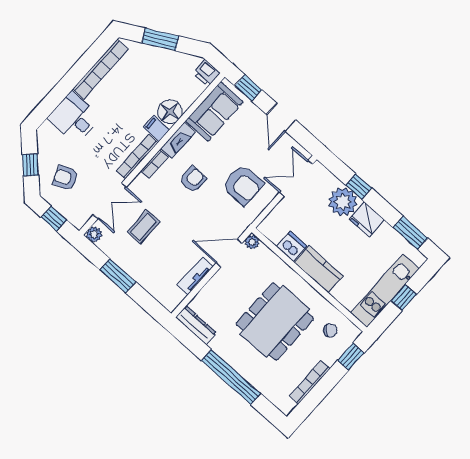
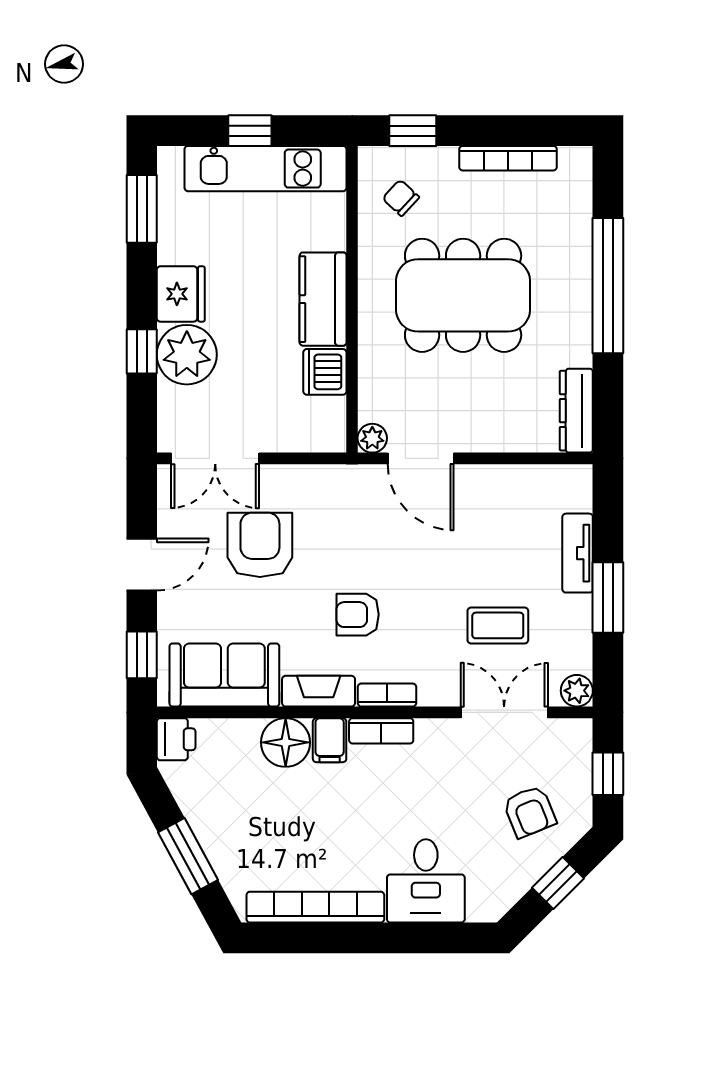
bookcase: (137, 157) -> (381, 731), width x0.64
armchair: (243, 185) -> (260, 545), moved
tv unit: (195, 276) -> (578, 553), moved, turned 90

